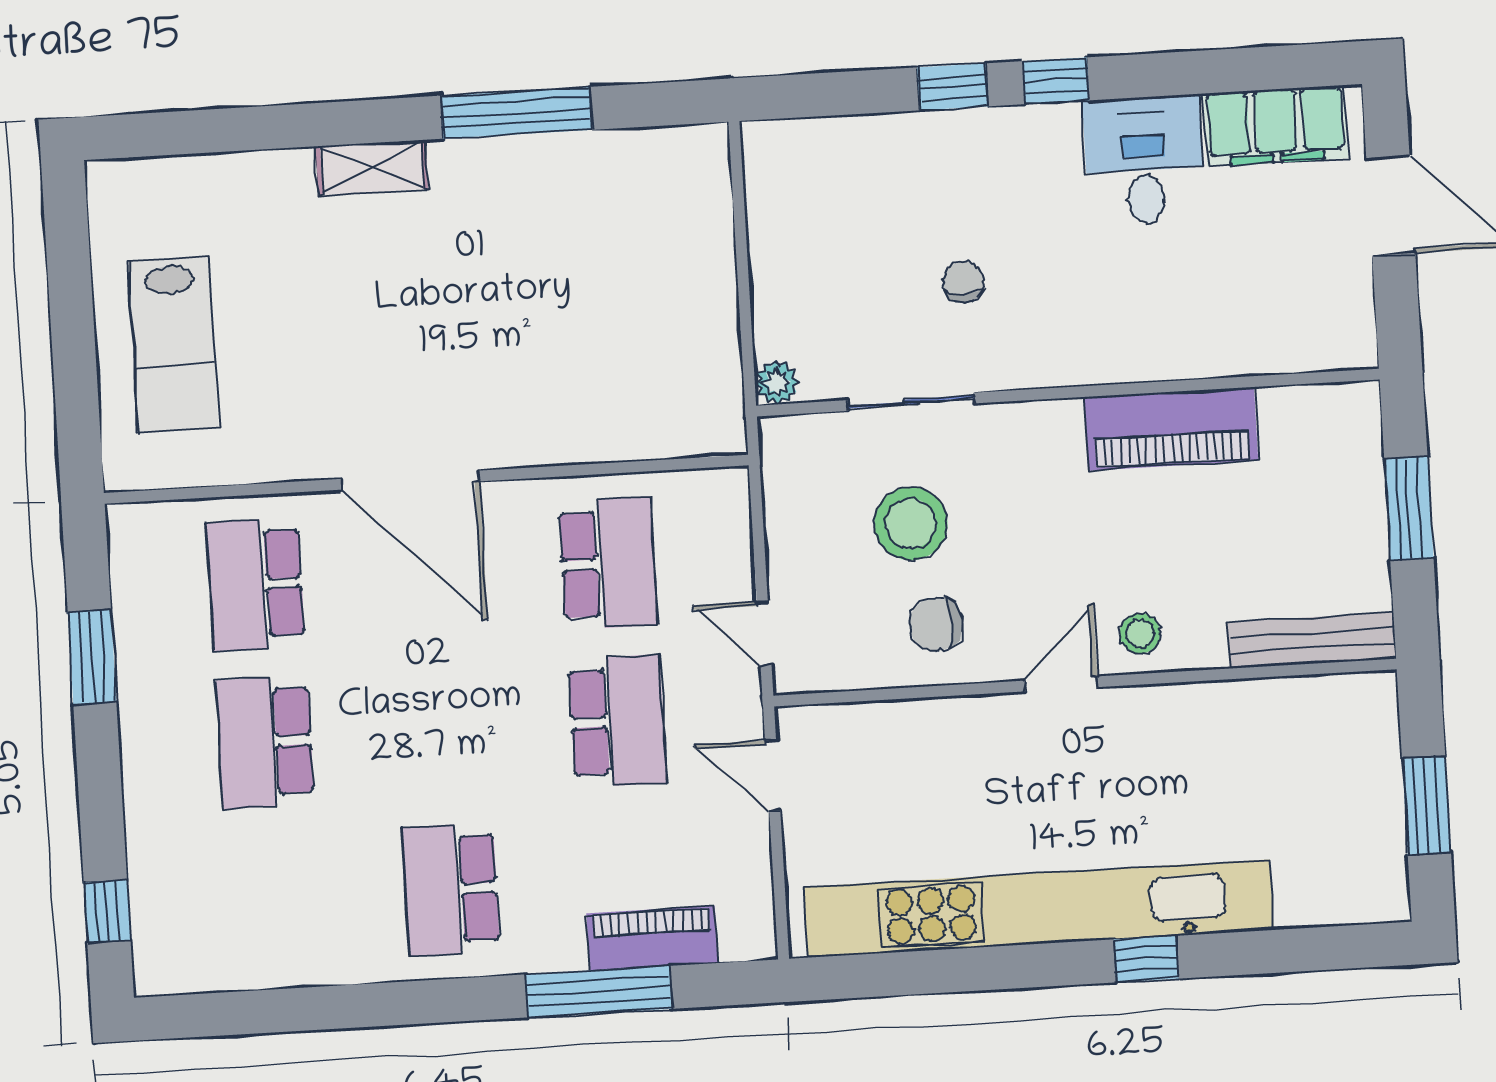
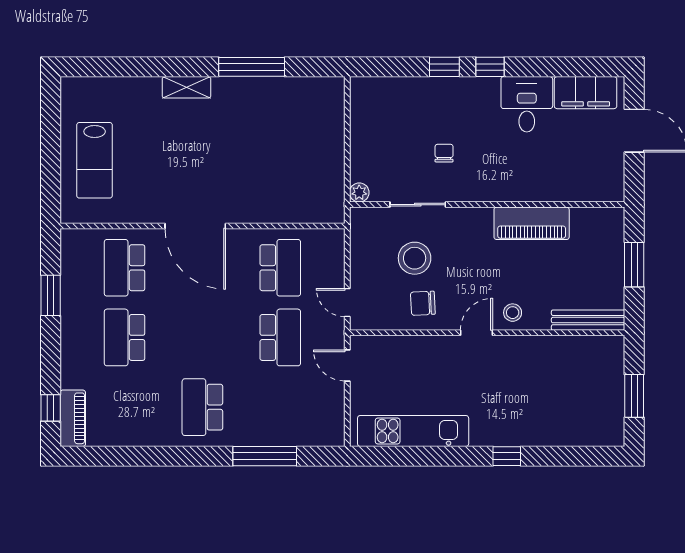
kitchen unit: (1038, 908) -> (413, 431), width x0.54
piano: (652, 938) -> (73, 418), moved, turned 90

